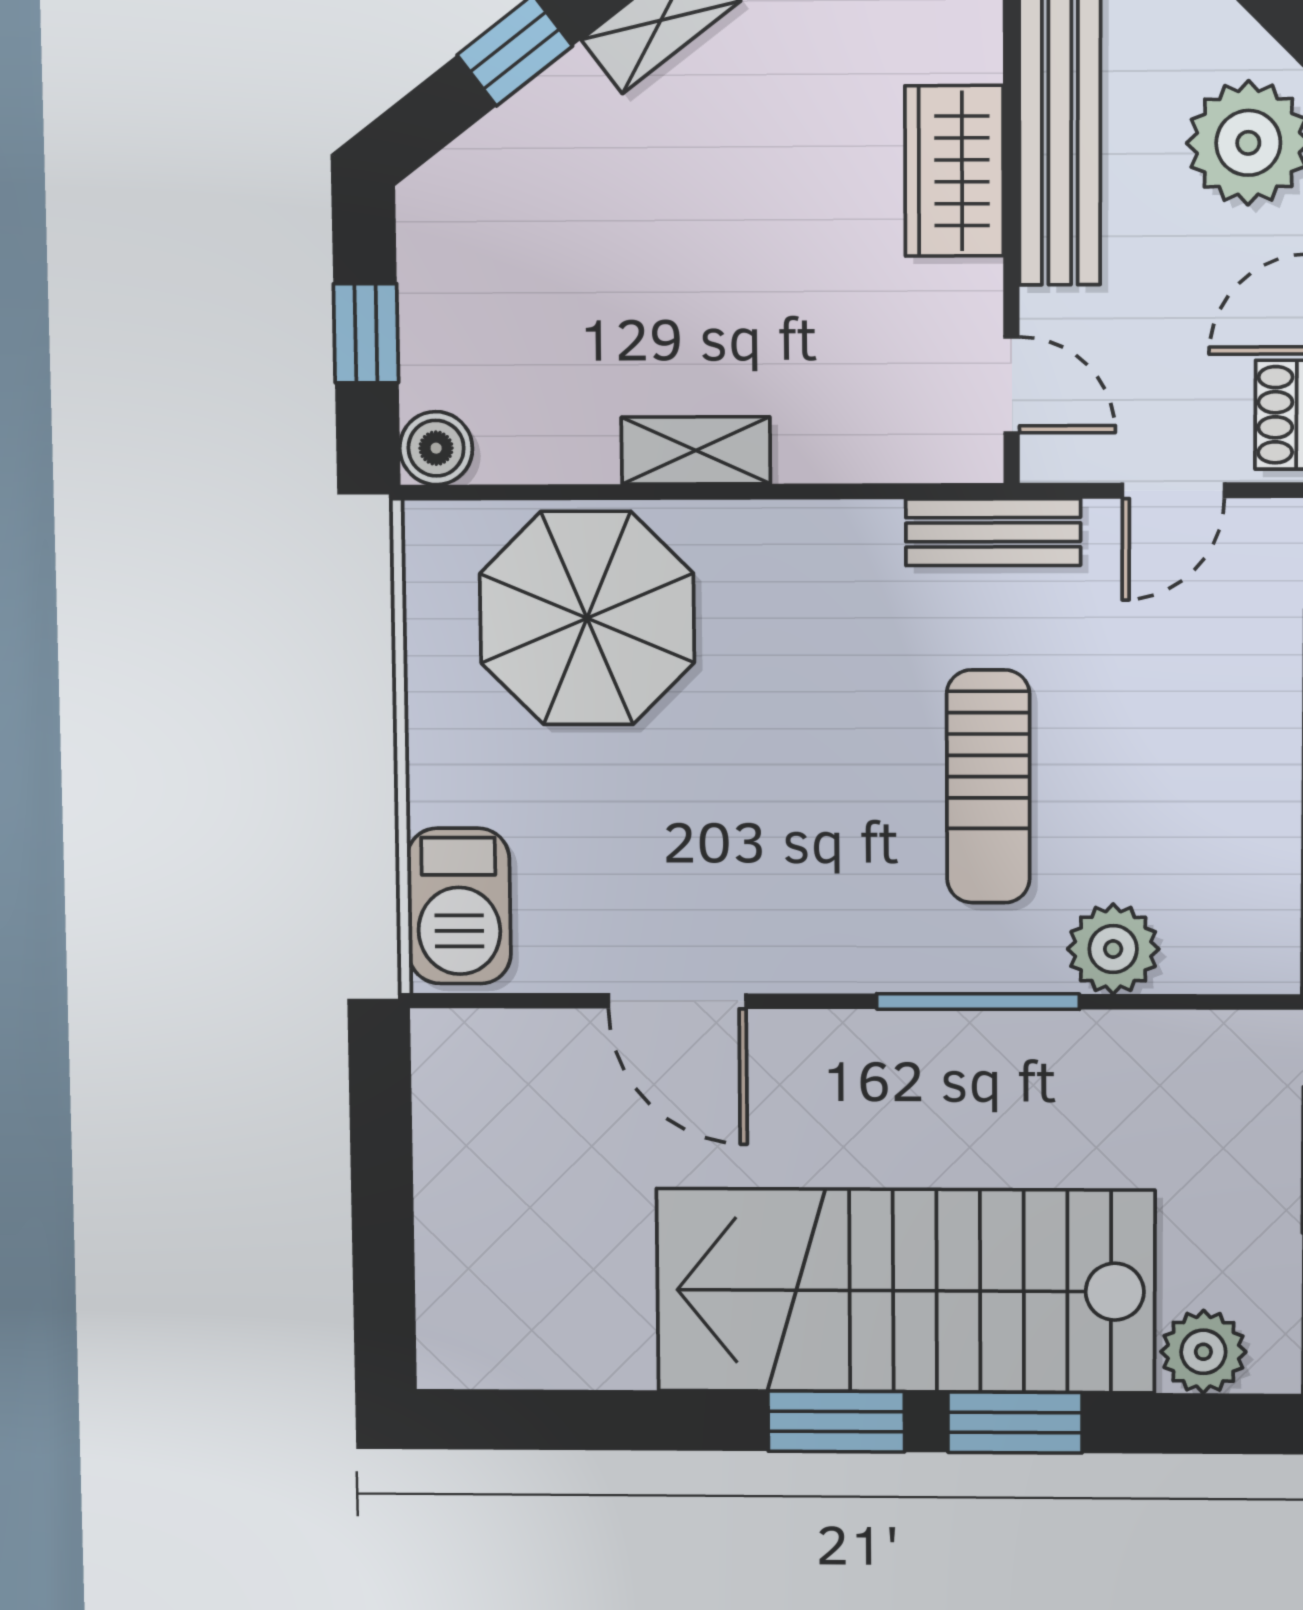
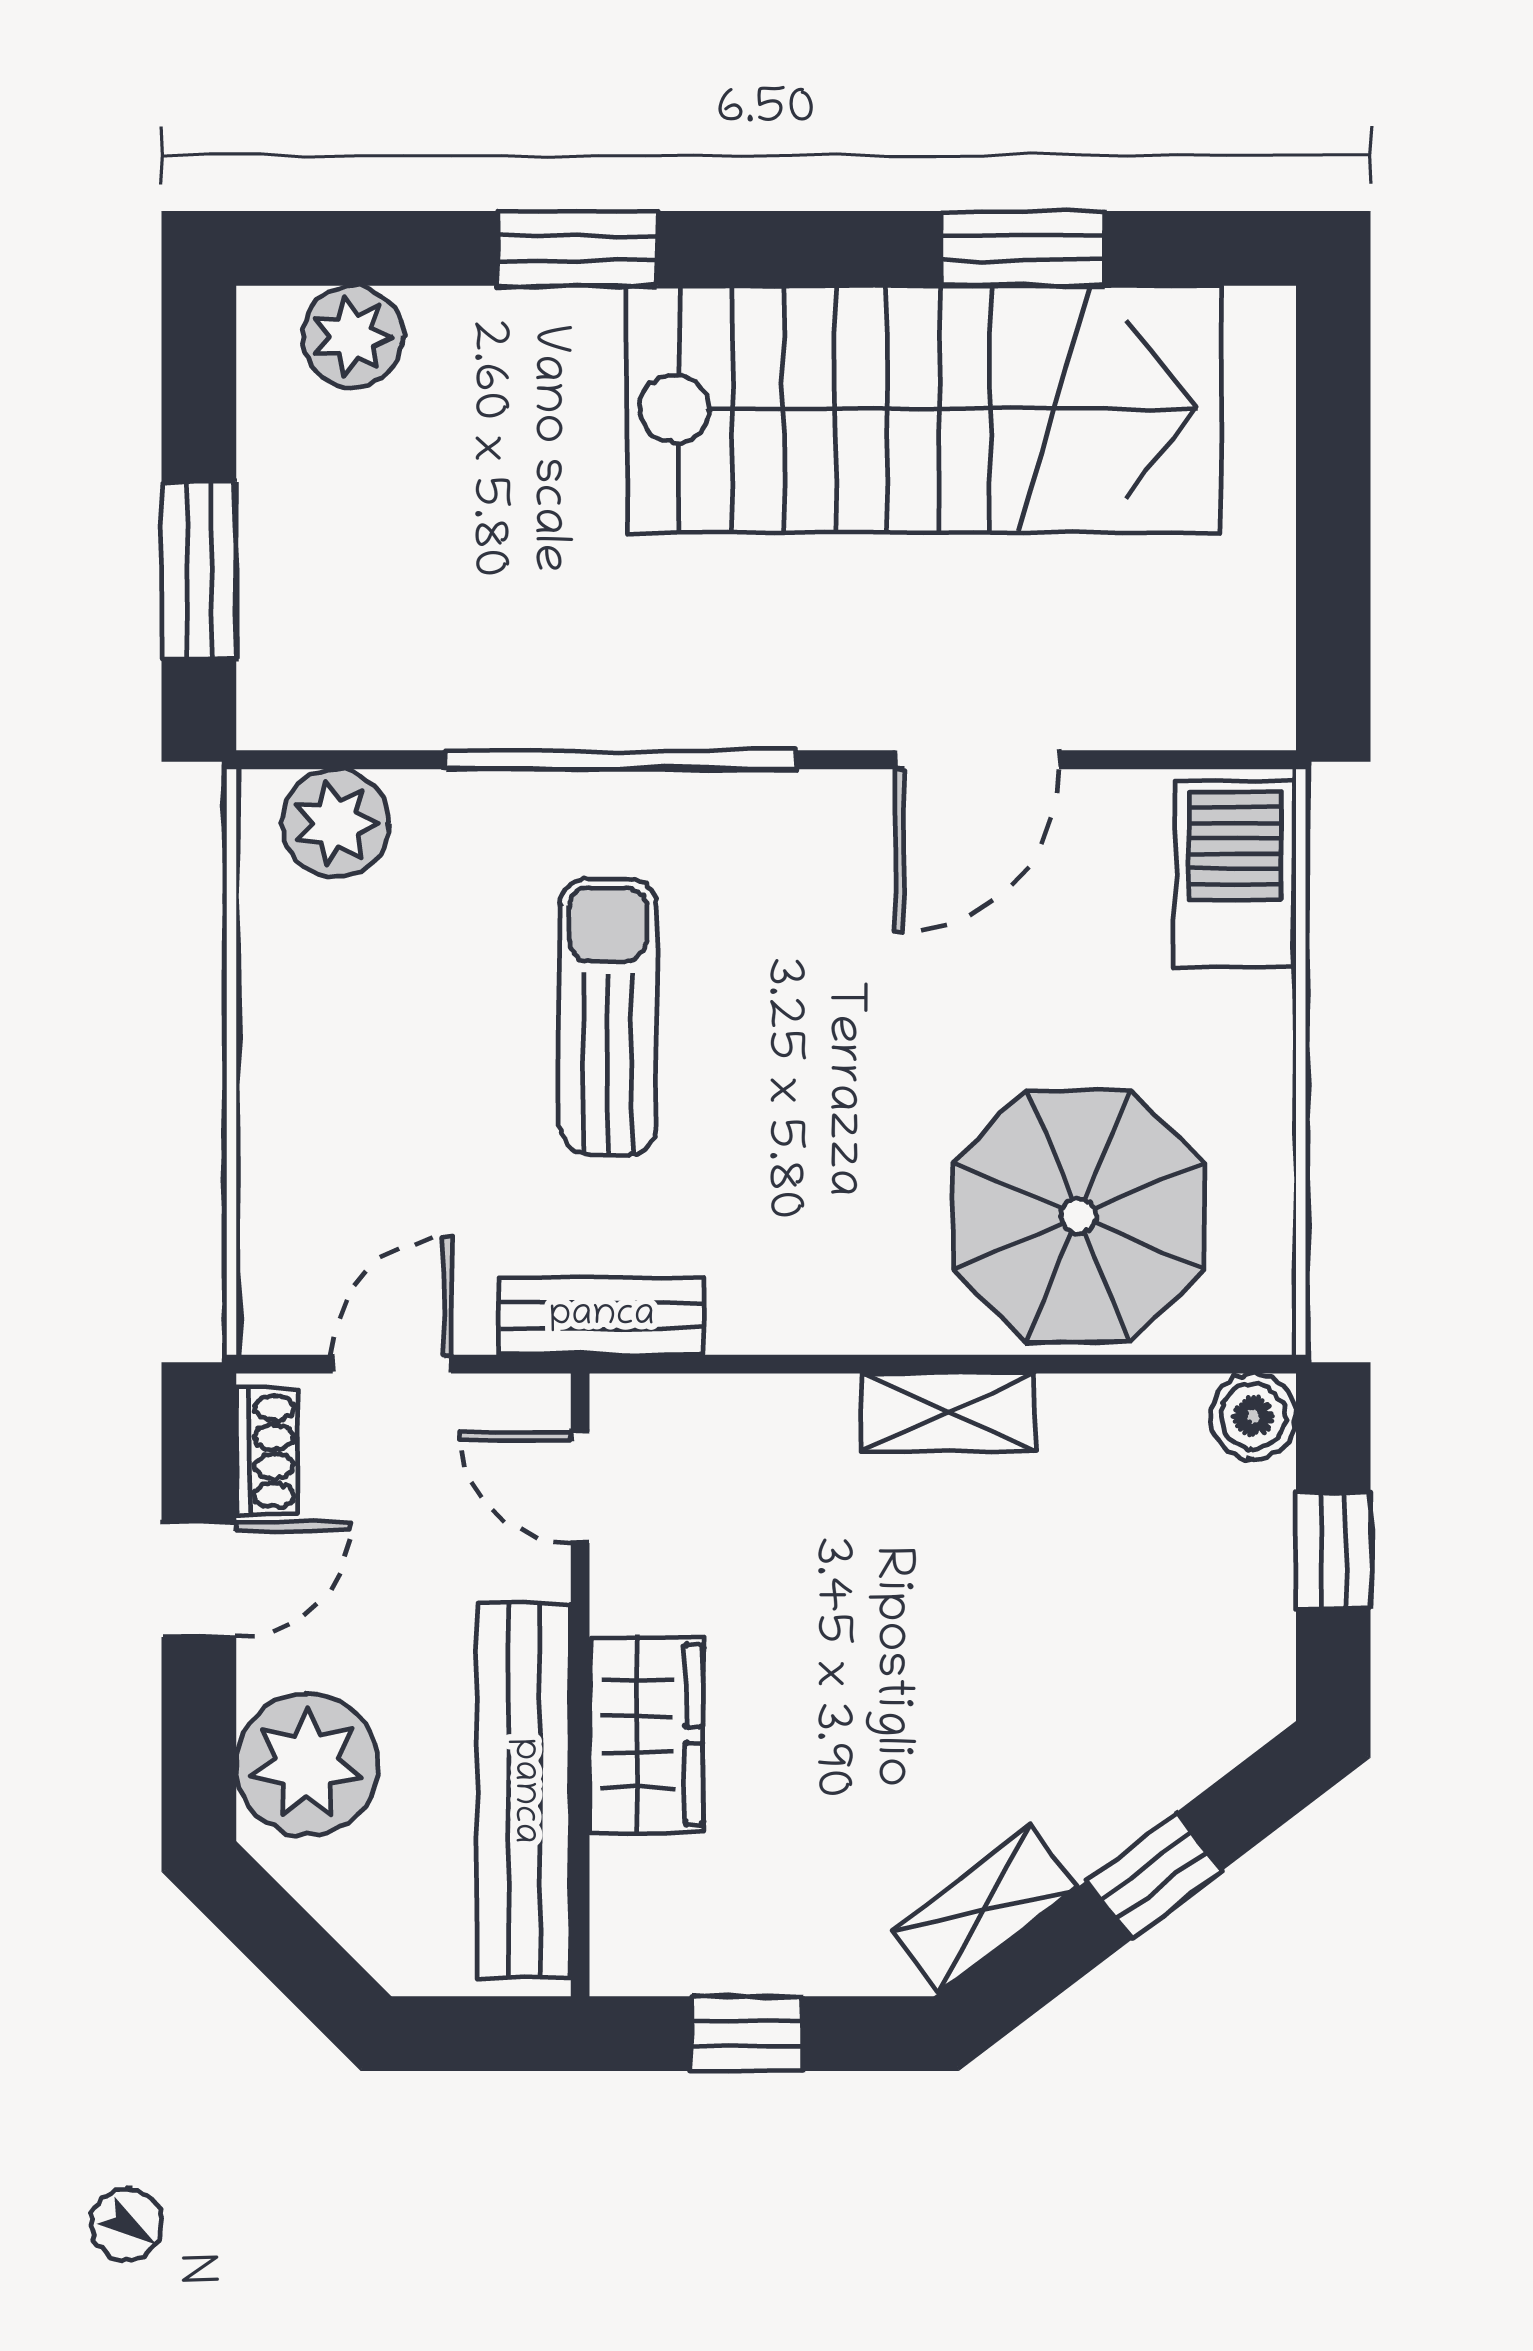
plant: (1113, 949) -> (336, 823), moved
door: (677, 1001) -> (977, 760), swing flipped
window: (978, 1002) -> (620, 760), width x1.46
stairs: (906, 1291) -> (924, 409), moved
window: (836, 1421) -> (1023, 248), moved

